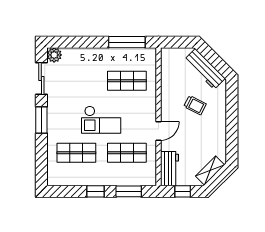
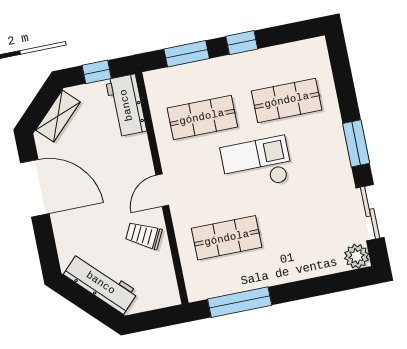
trolley: (195, 105) -> (144, 235), moved
door: (158, 131) -> (162, 190), moved
door: (232, 132) -> (35, 188), added

